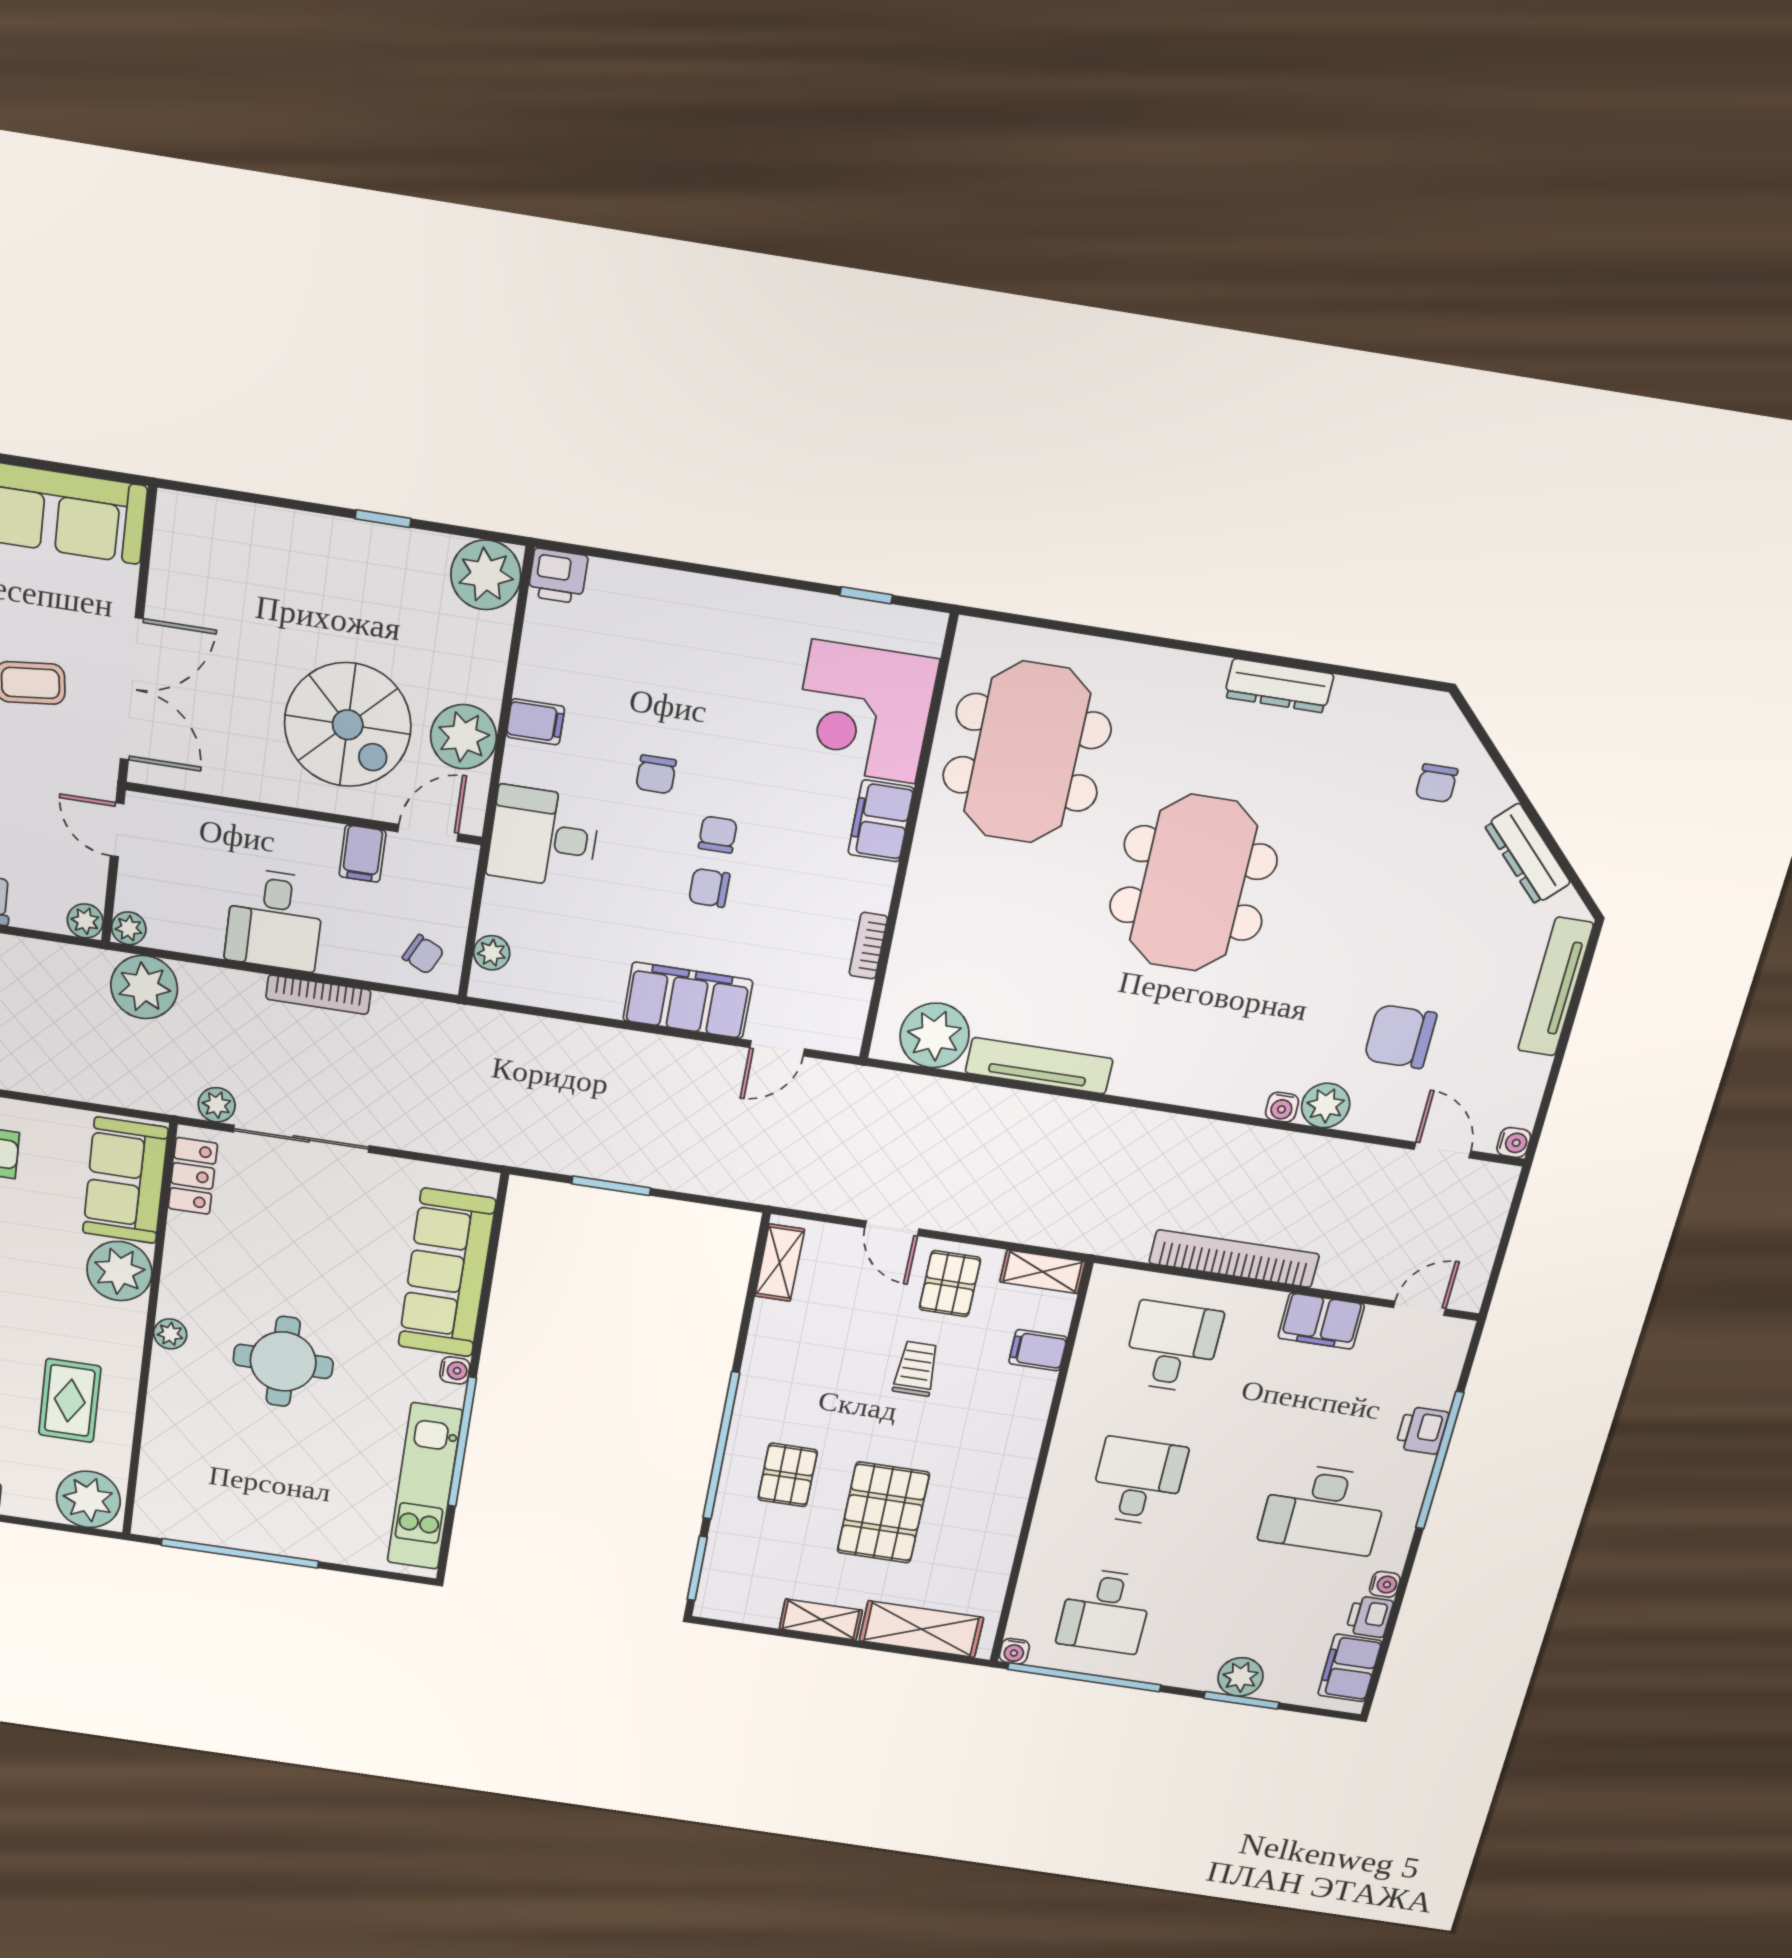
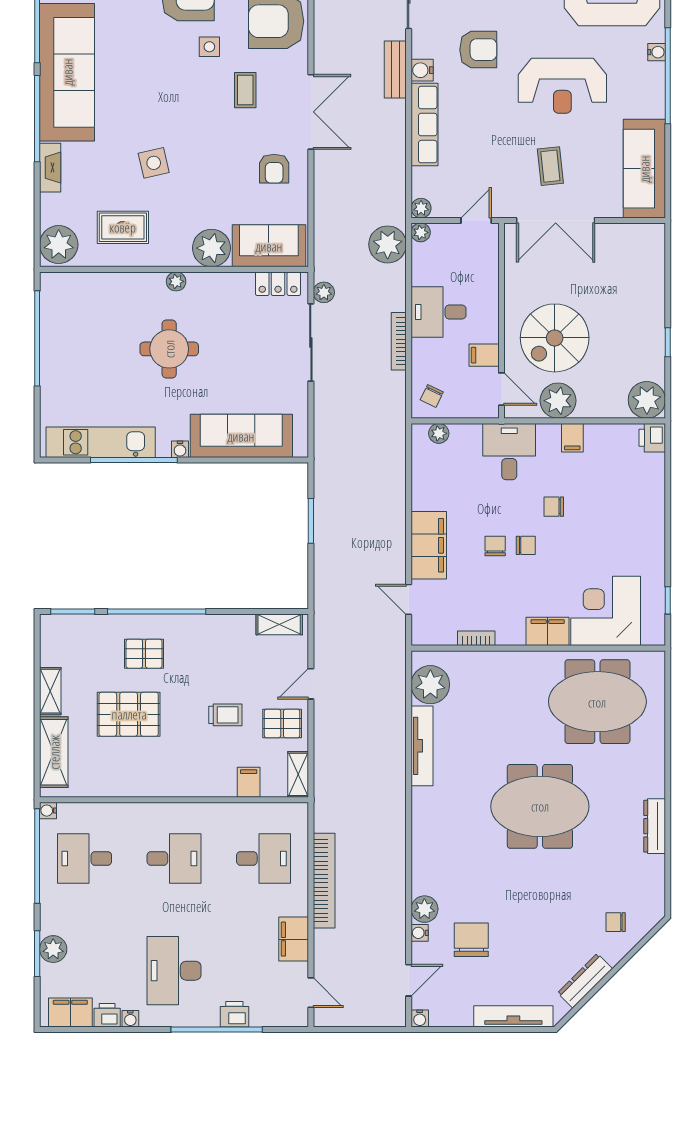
water cooler: (1282, 1107) -> (420, 933), moved

